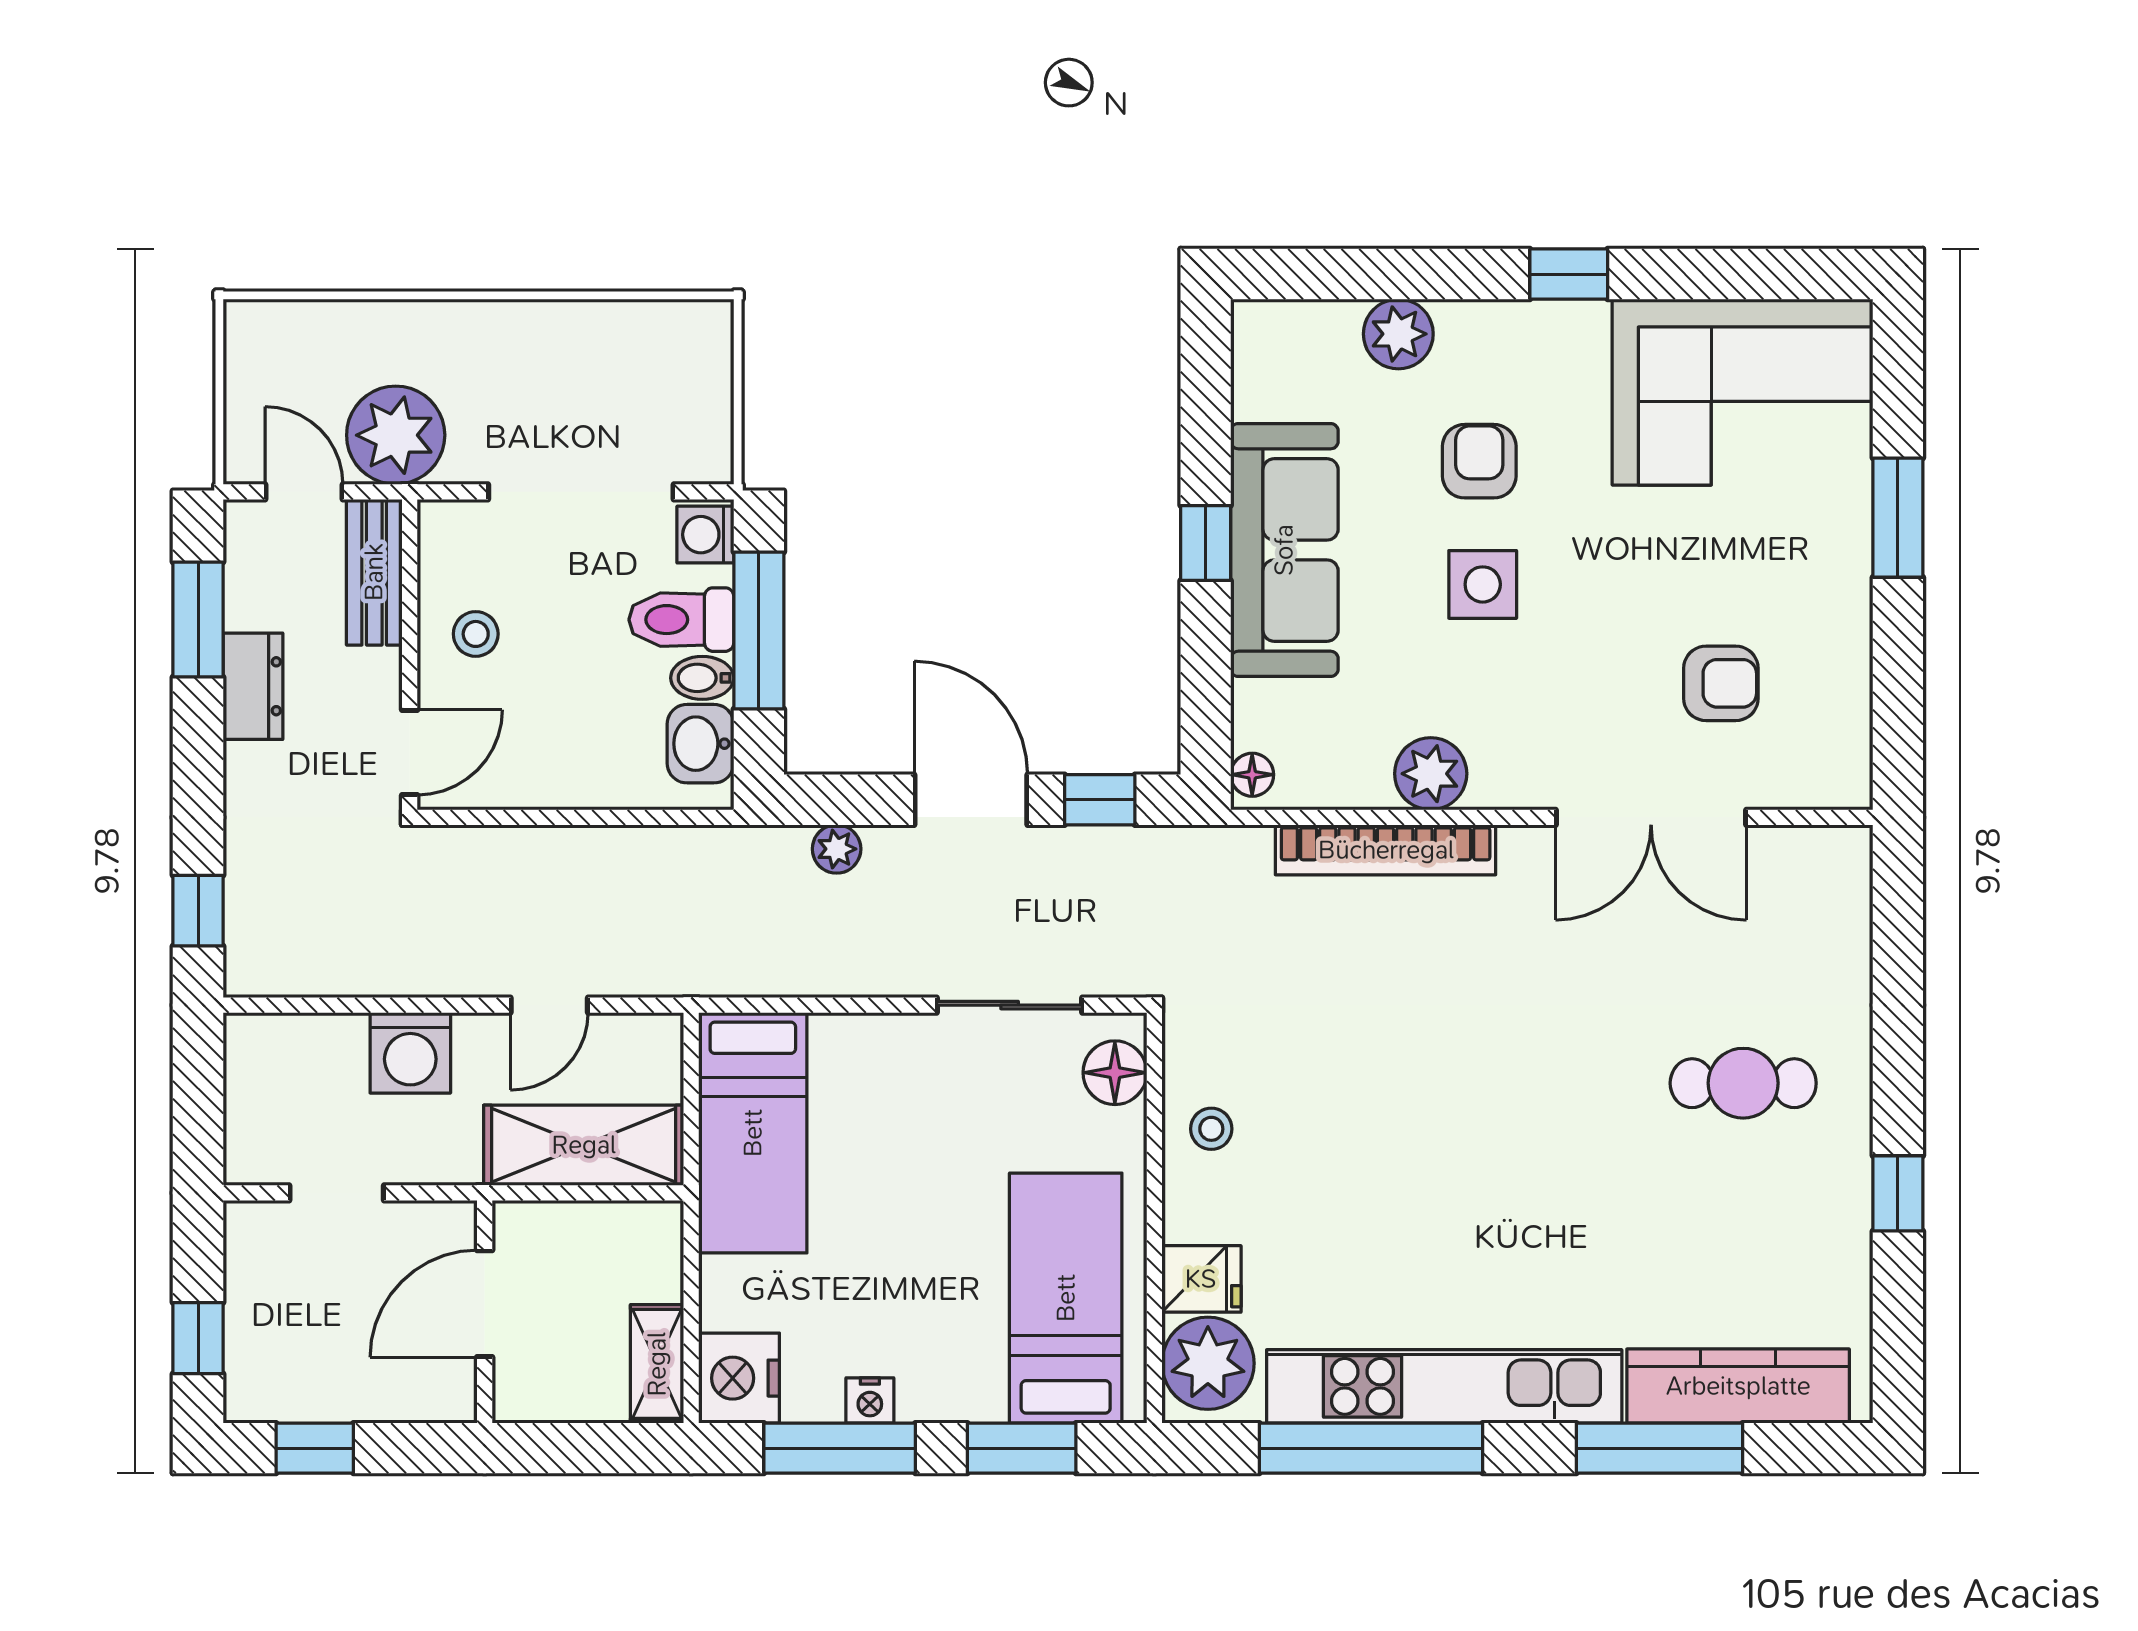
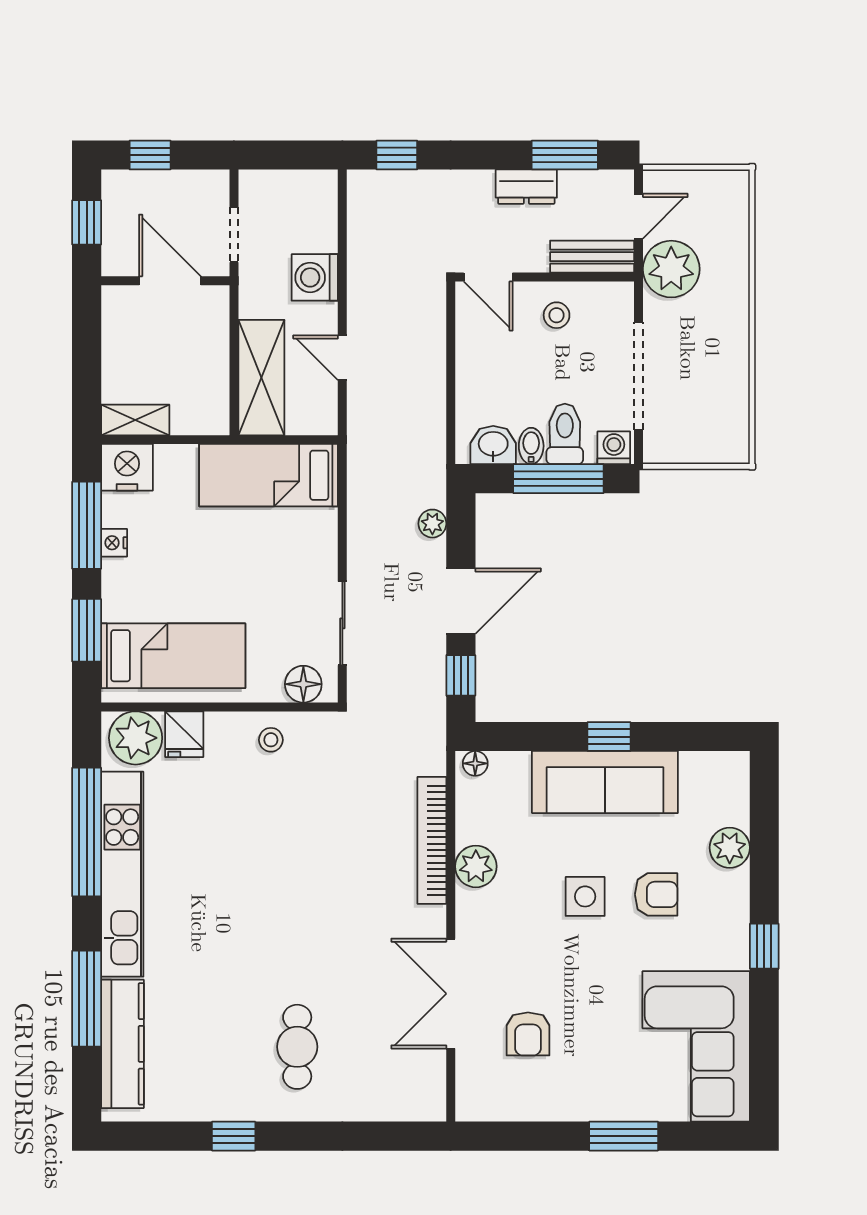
door: (485, 1304) -> (170, 281), moved
wall: (485, 1312) -> (165, 281), moved

